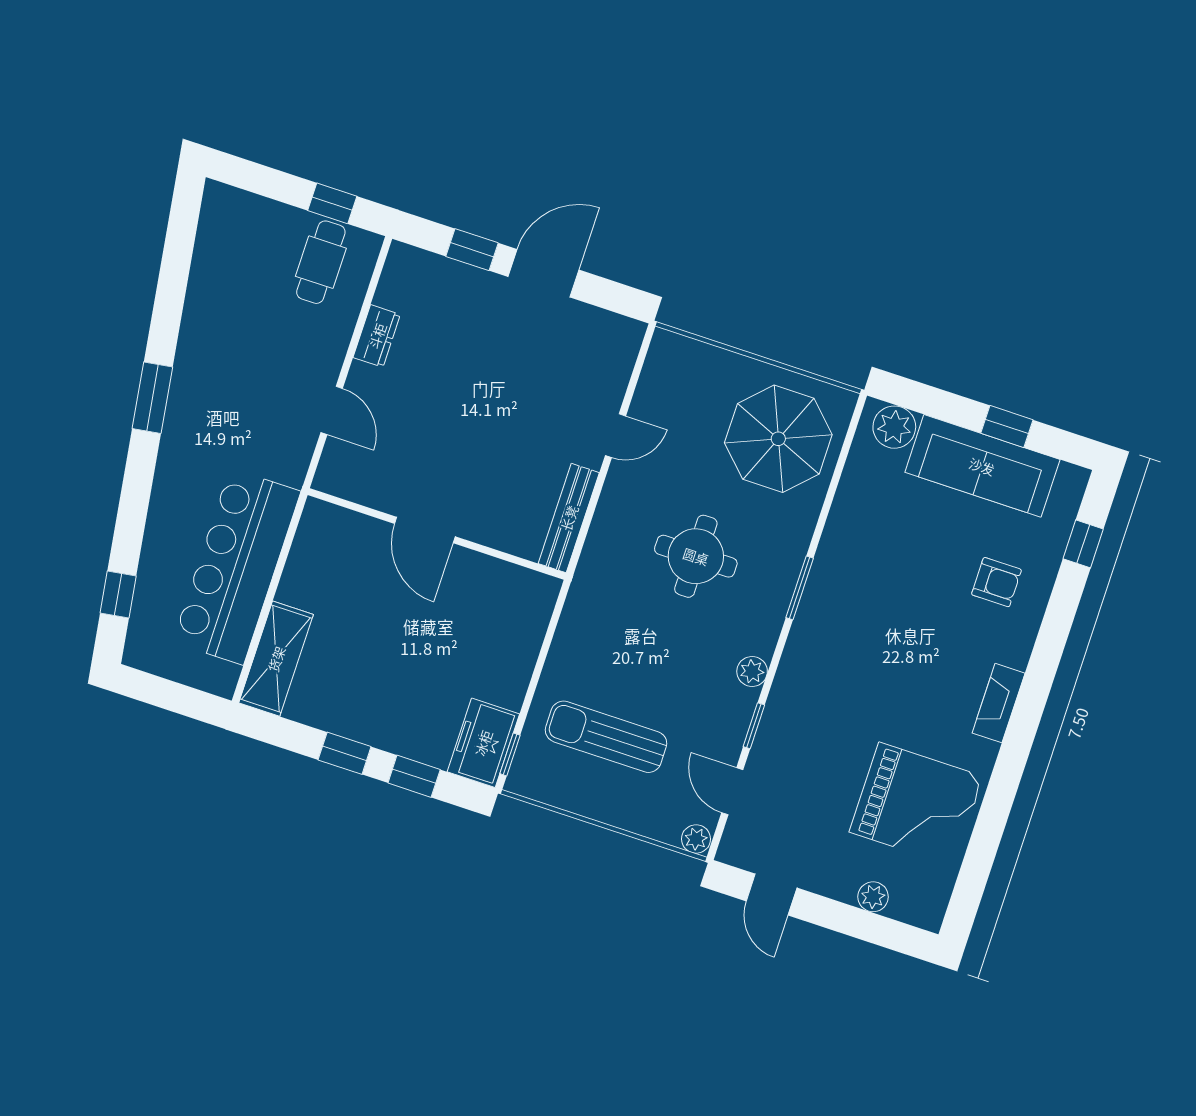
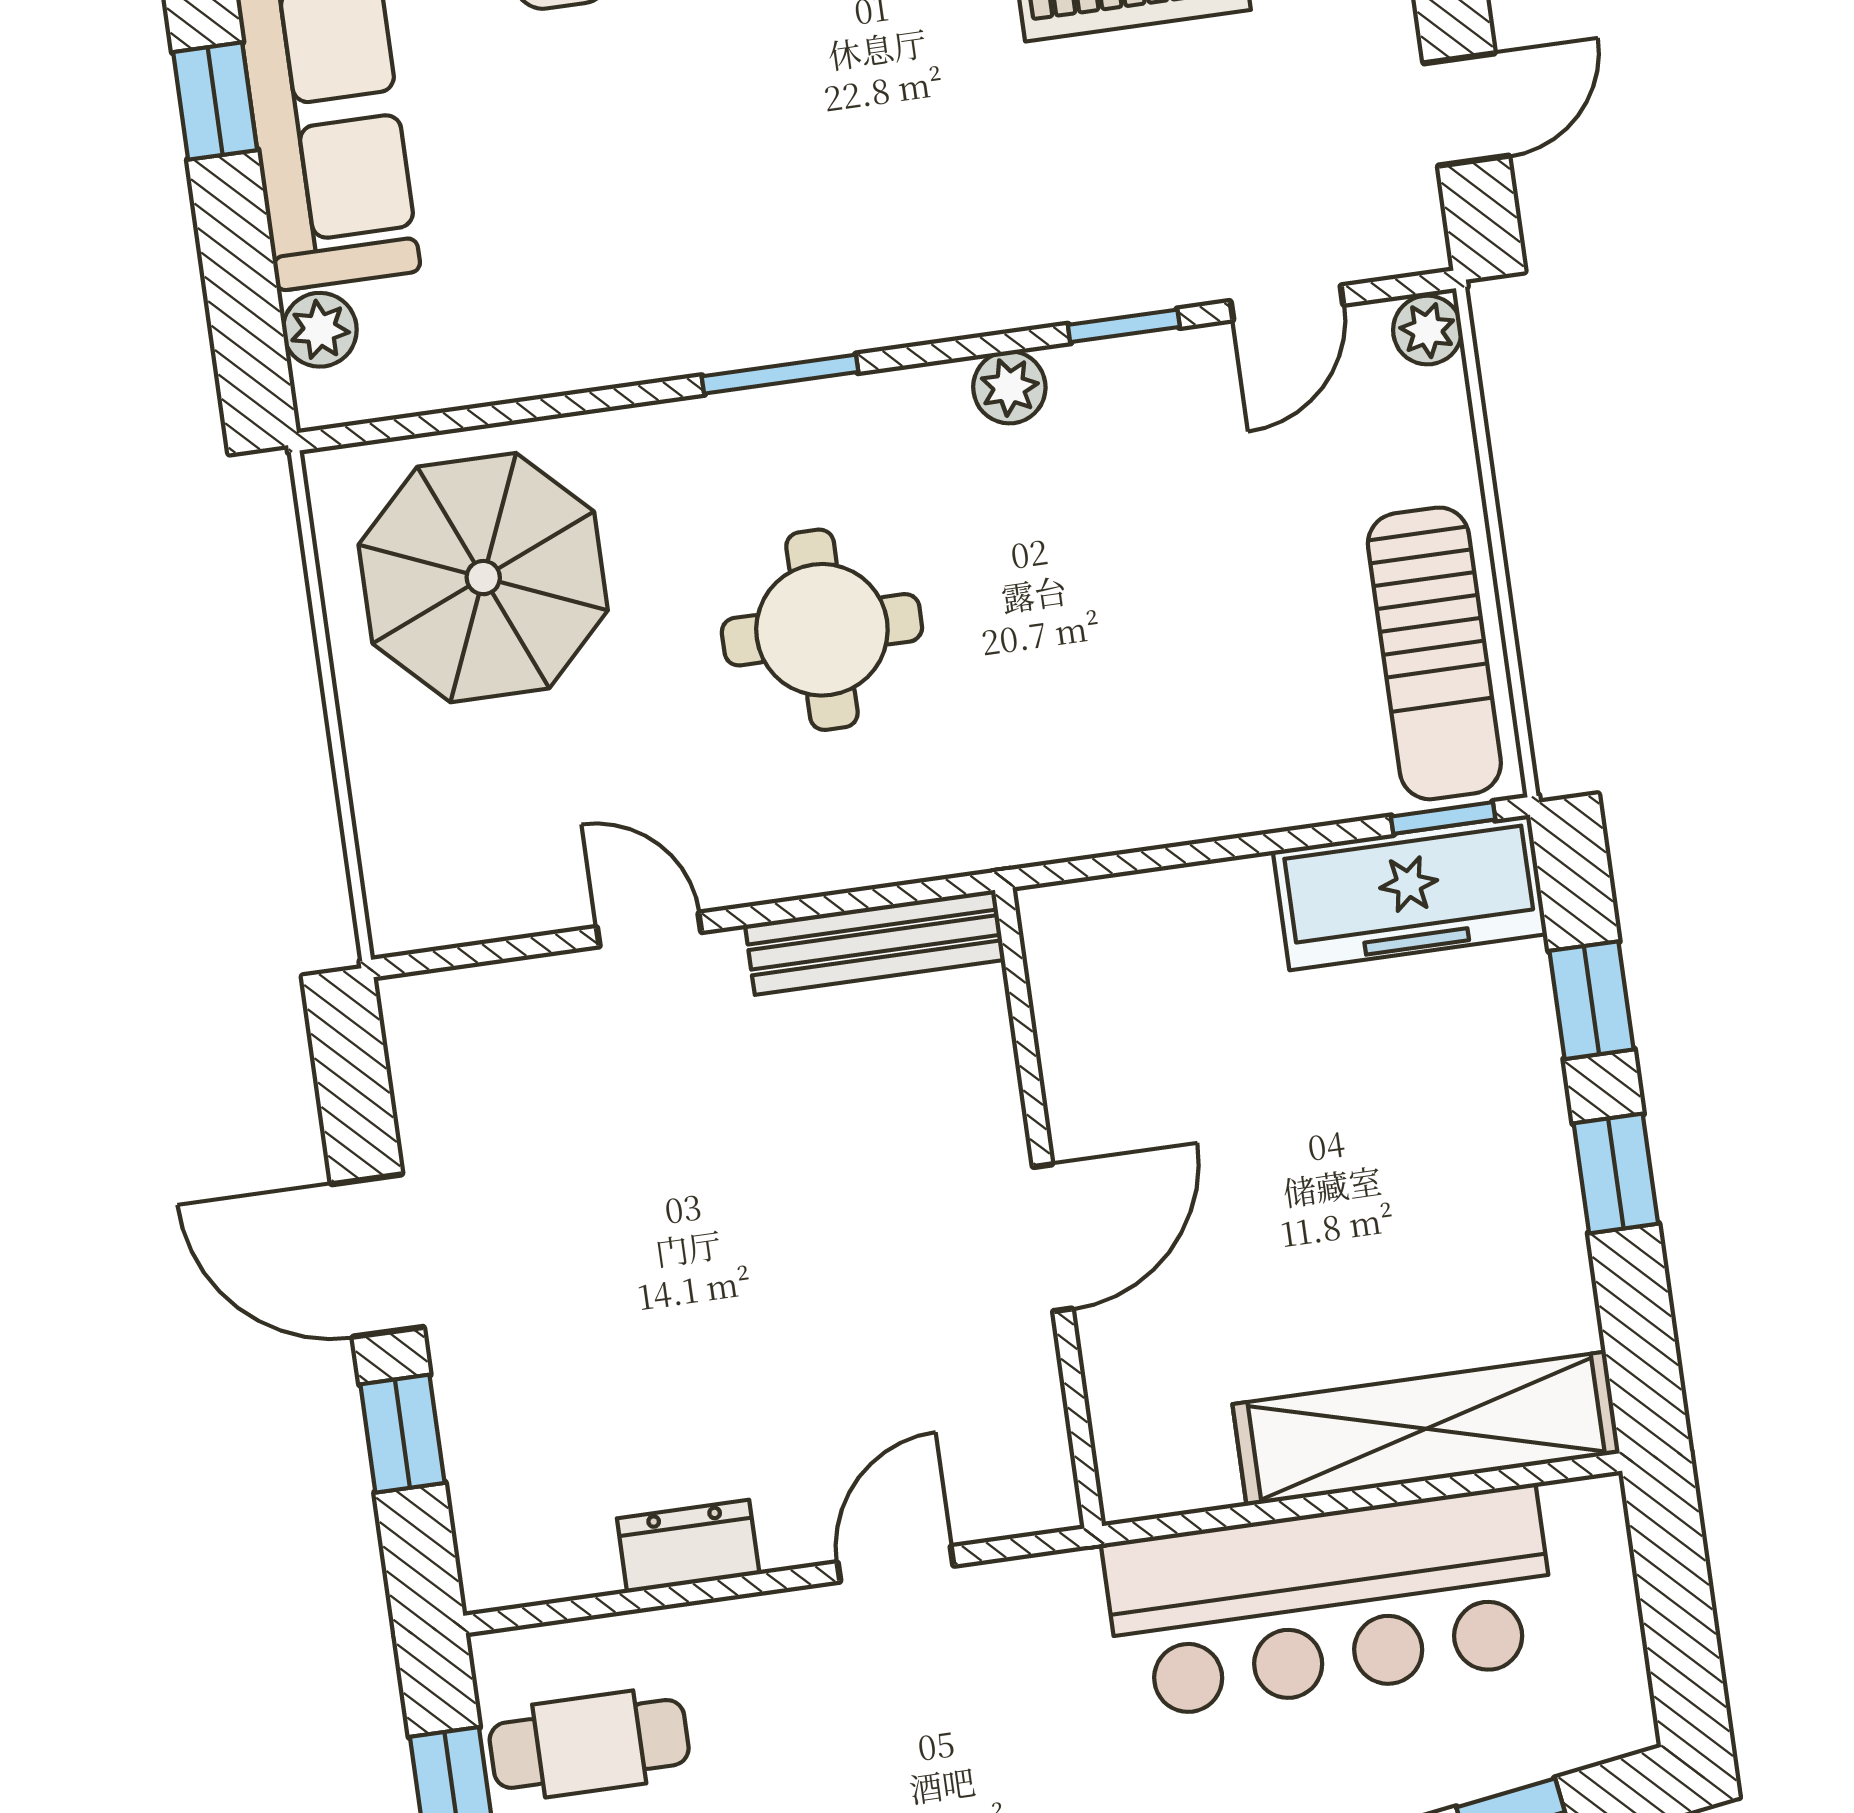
plant: (894, 427) -> (320, 330), width x0.73, depth x0.73
shelving: (276, 659) -> (1426, 1429), width x1.47
sun lounger: (606, 737) -> (1434, 653), moved
freezer: (483, 743) -> (1410, 892), width x1.40

